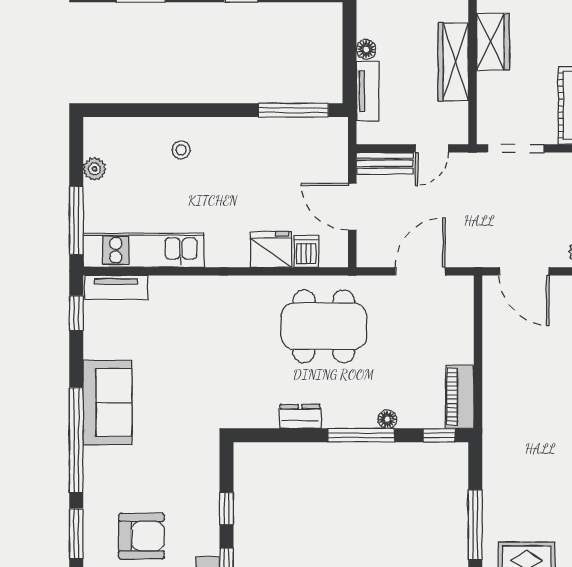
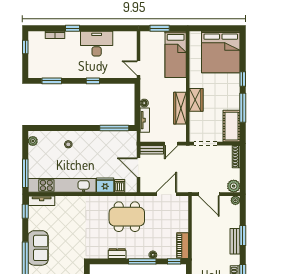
plant: (95, 169) -> (33, 141), moved
kitchen unit: (144, 250) -> (62, 185), width x1.36

